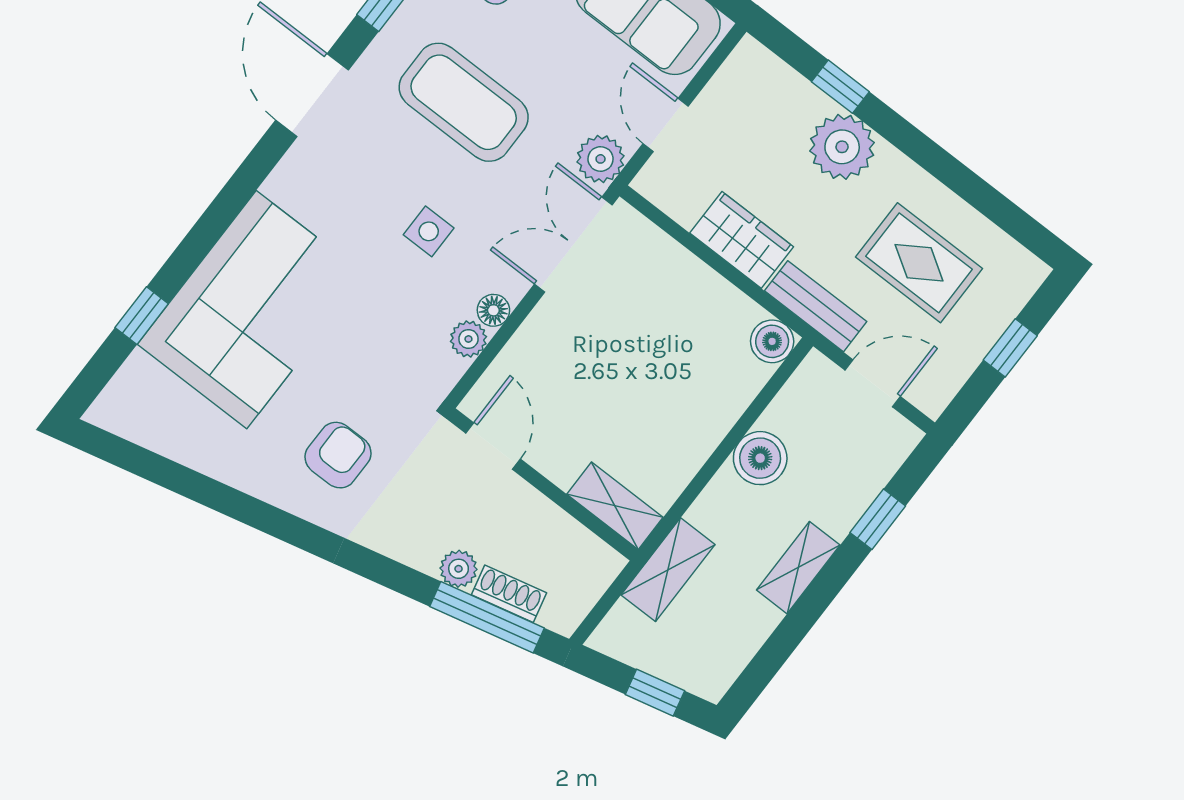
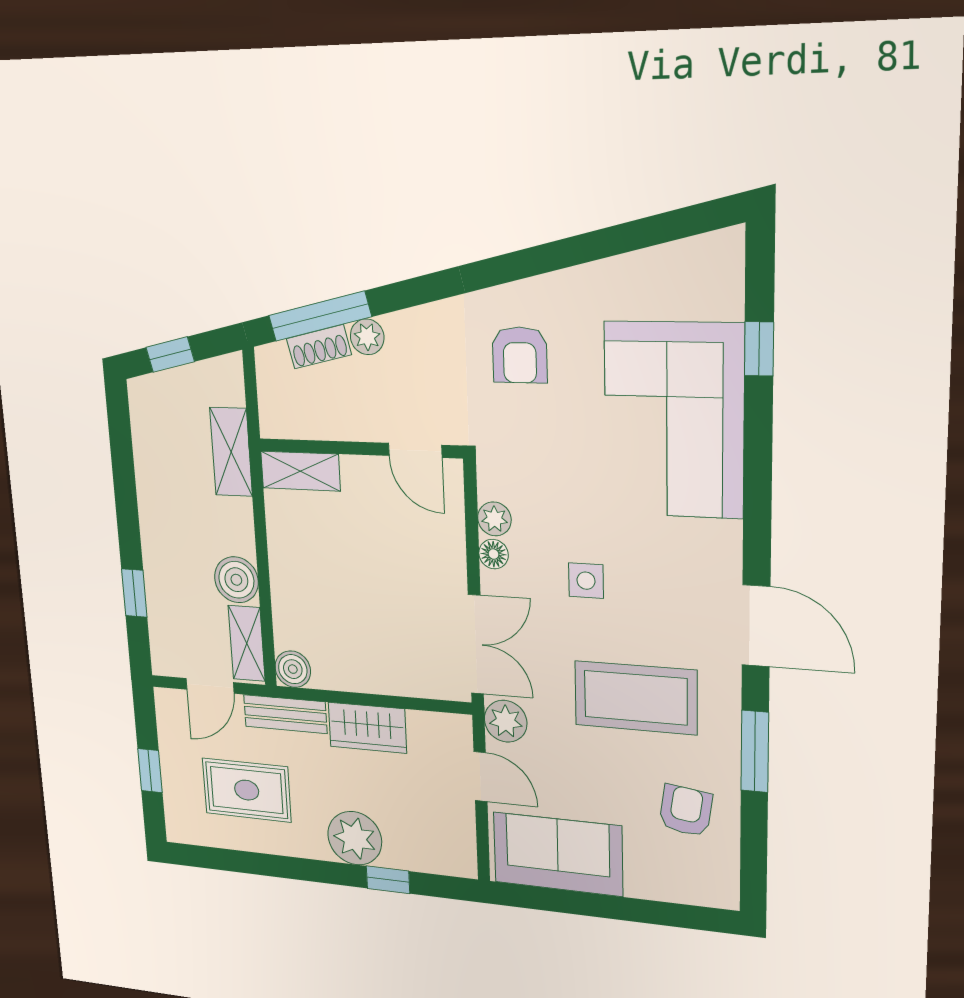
shelving: (798, 568) -> (247, 643), moved

